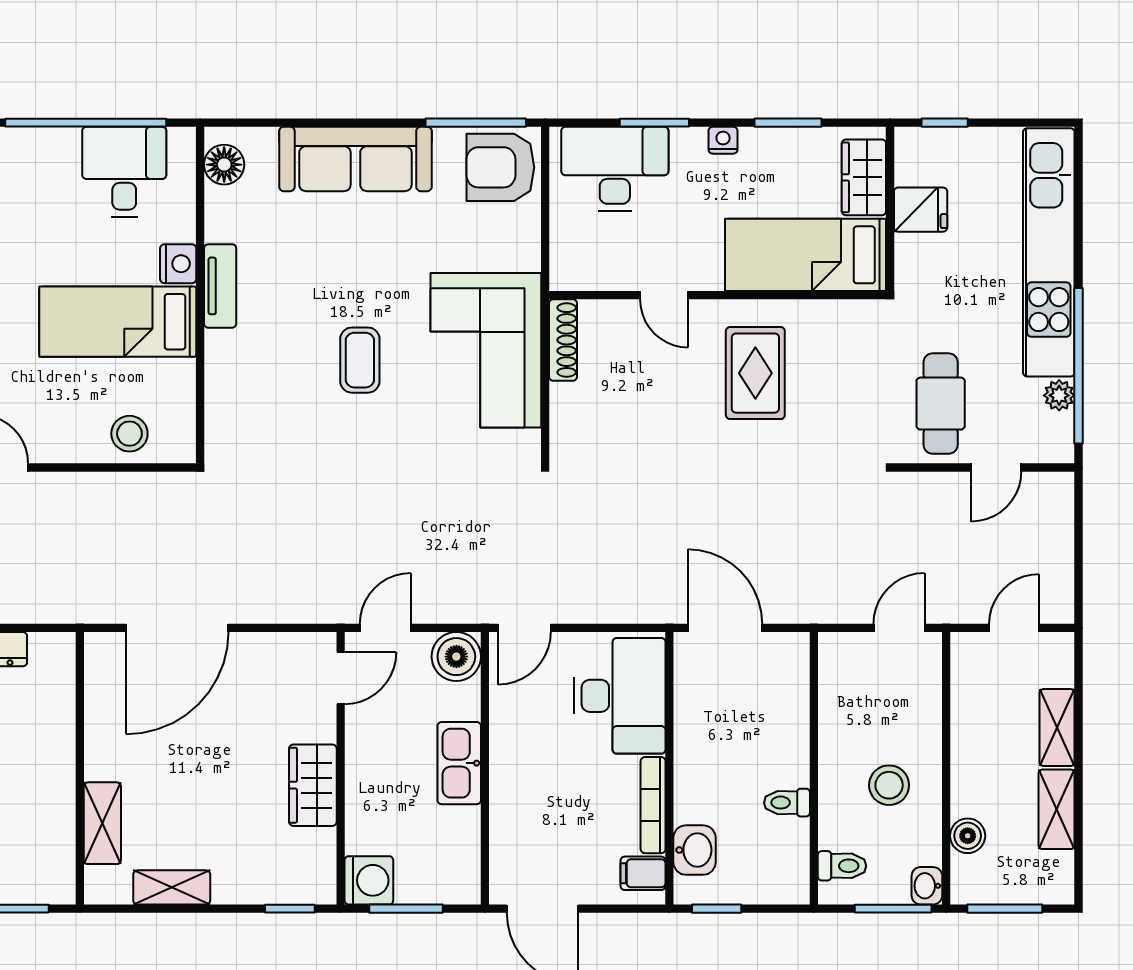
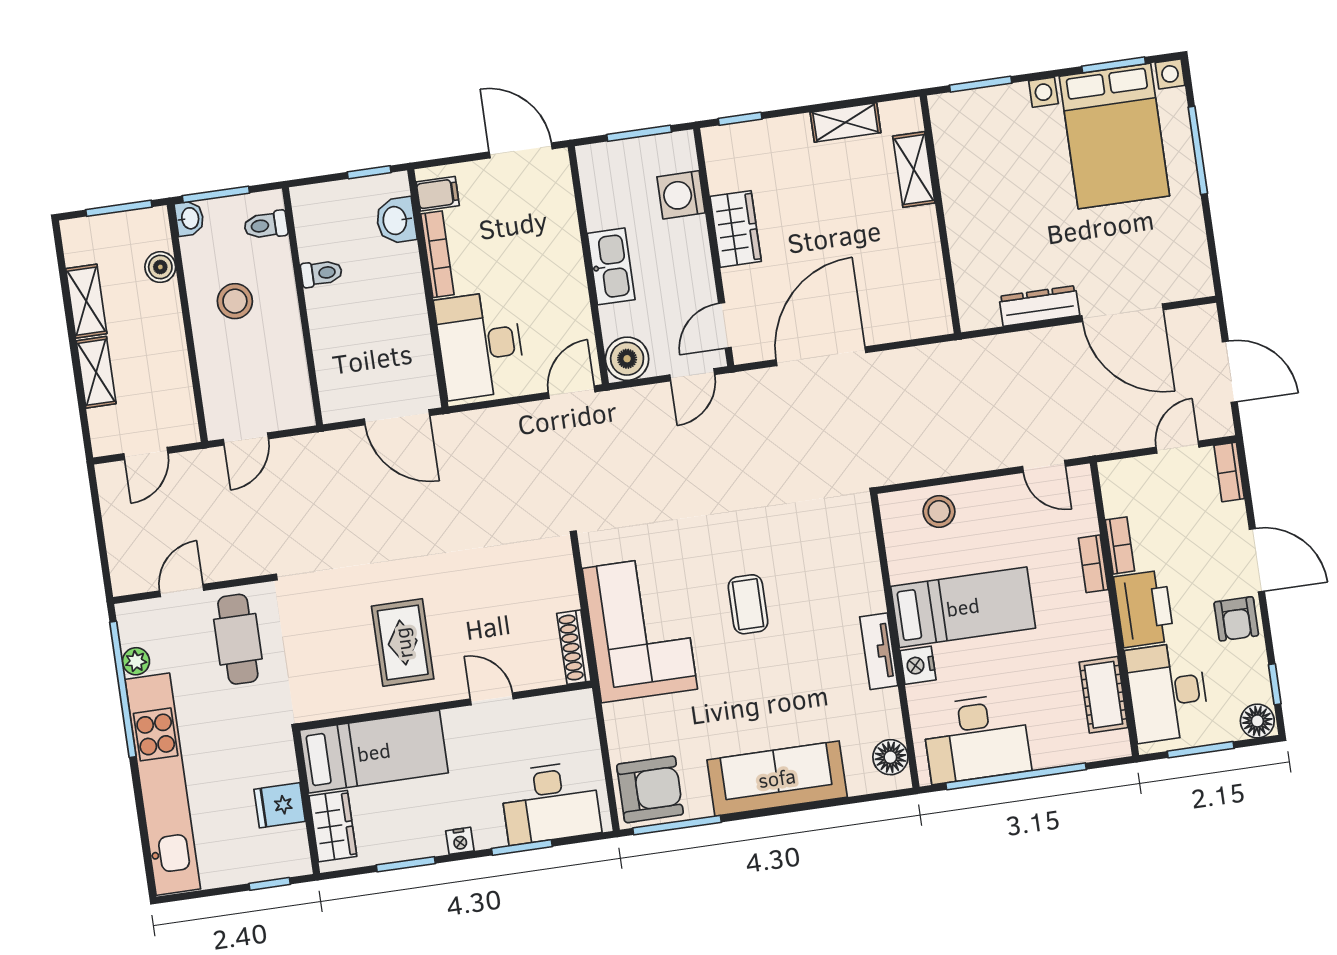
desk: (124, 172) -> (976, 738), width x1.37
door: (177, 628) -> (821, 356), moved
washing machine: (369, 880) -> (681, 195), moved

